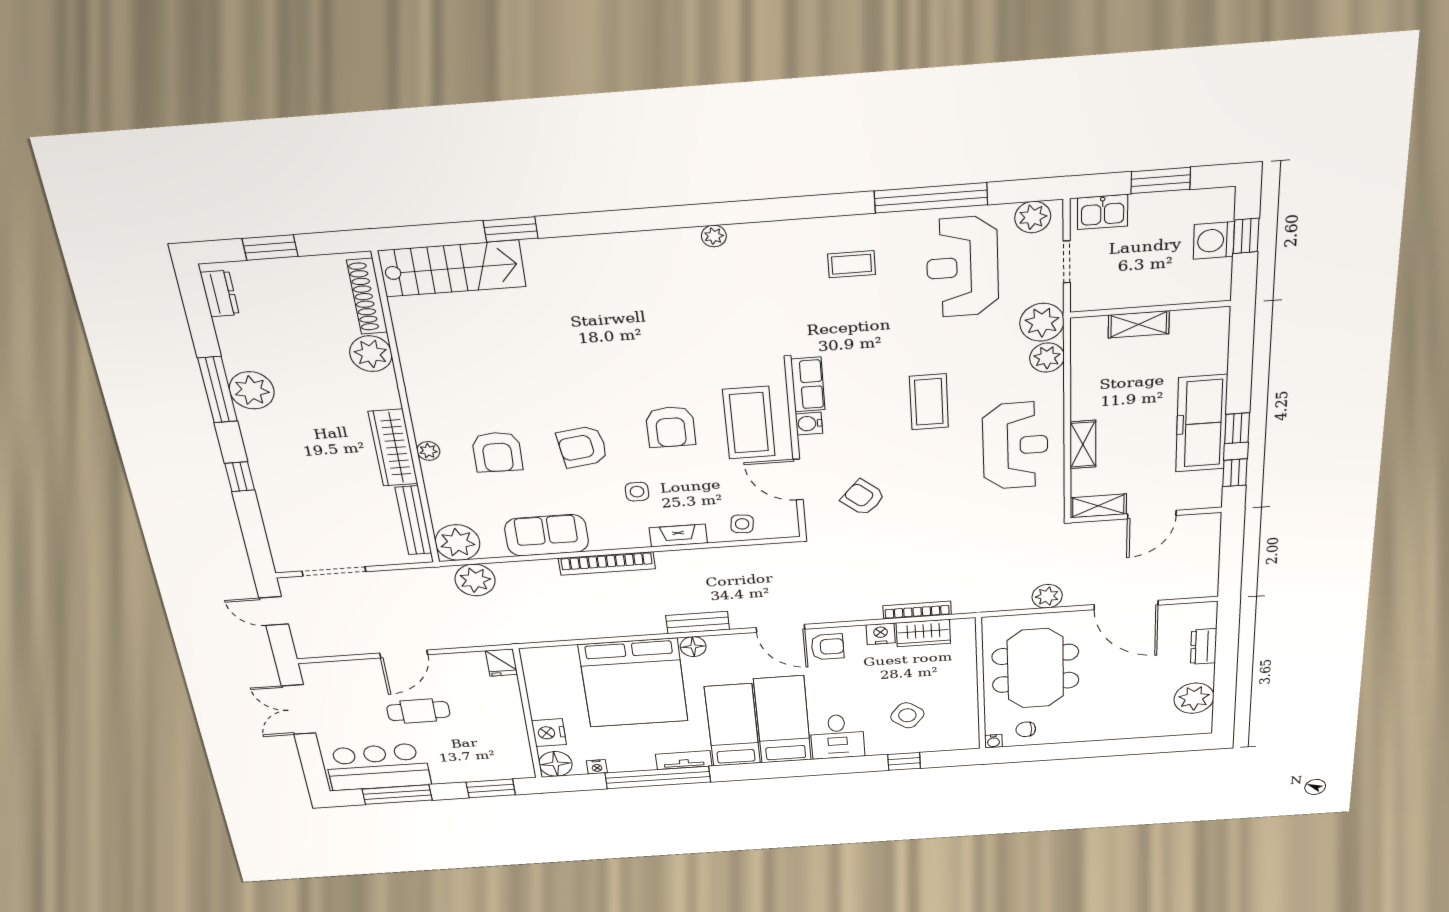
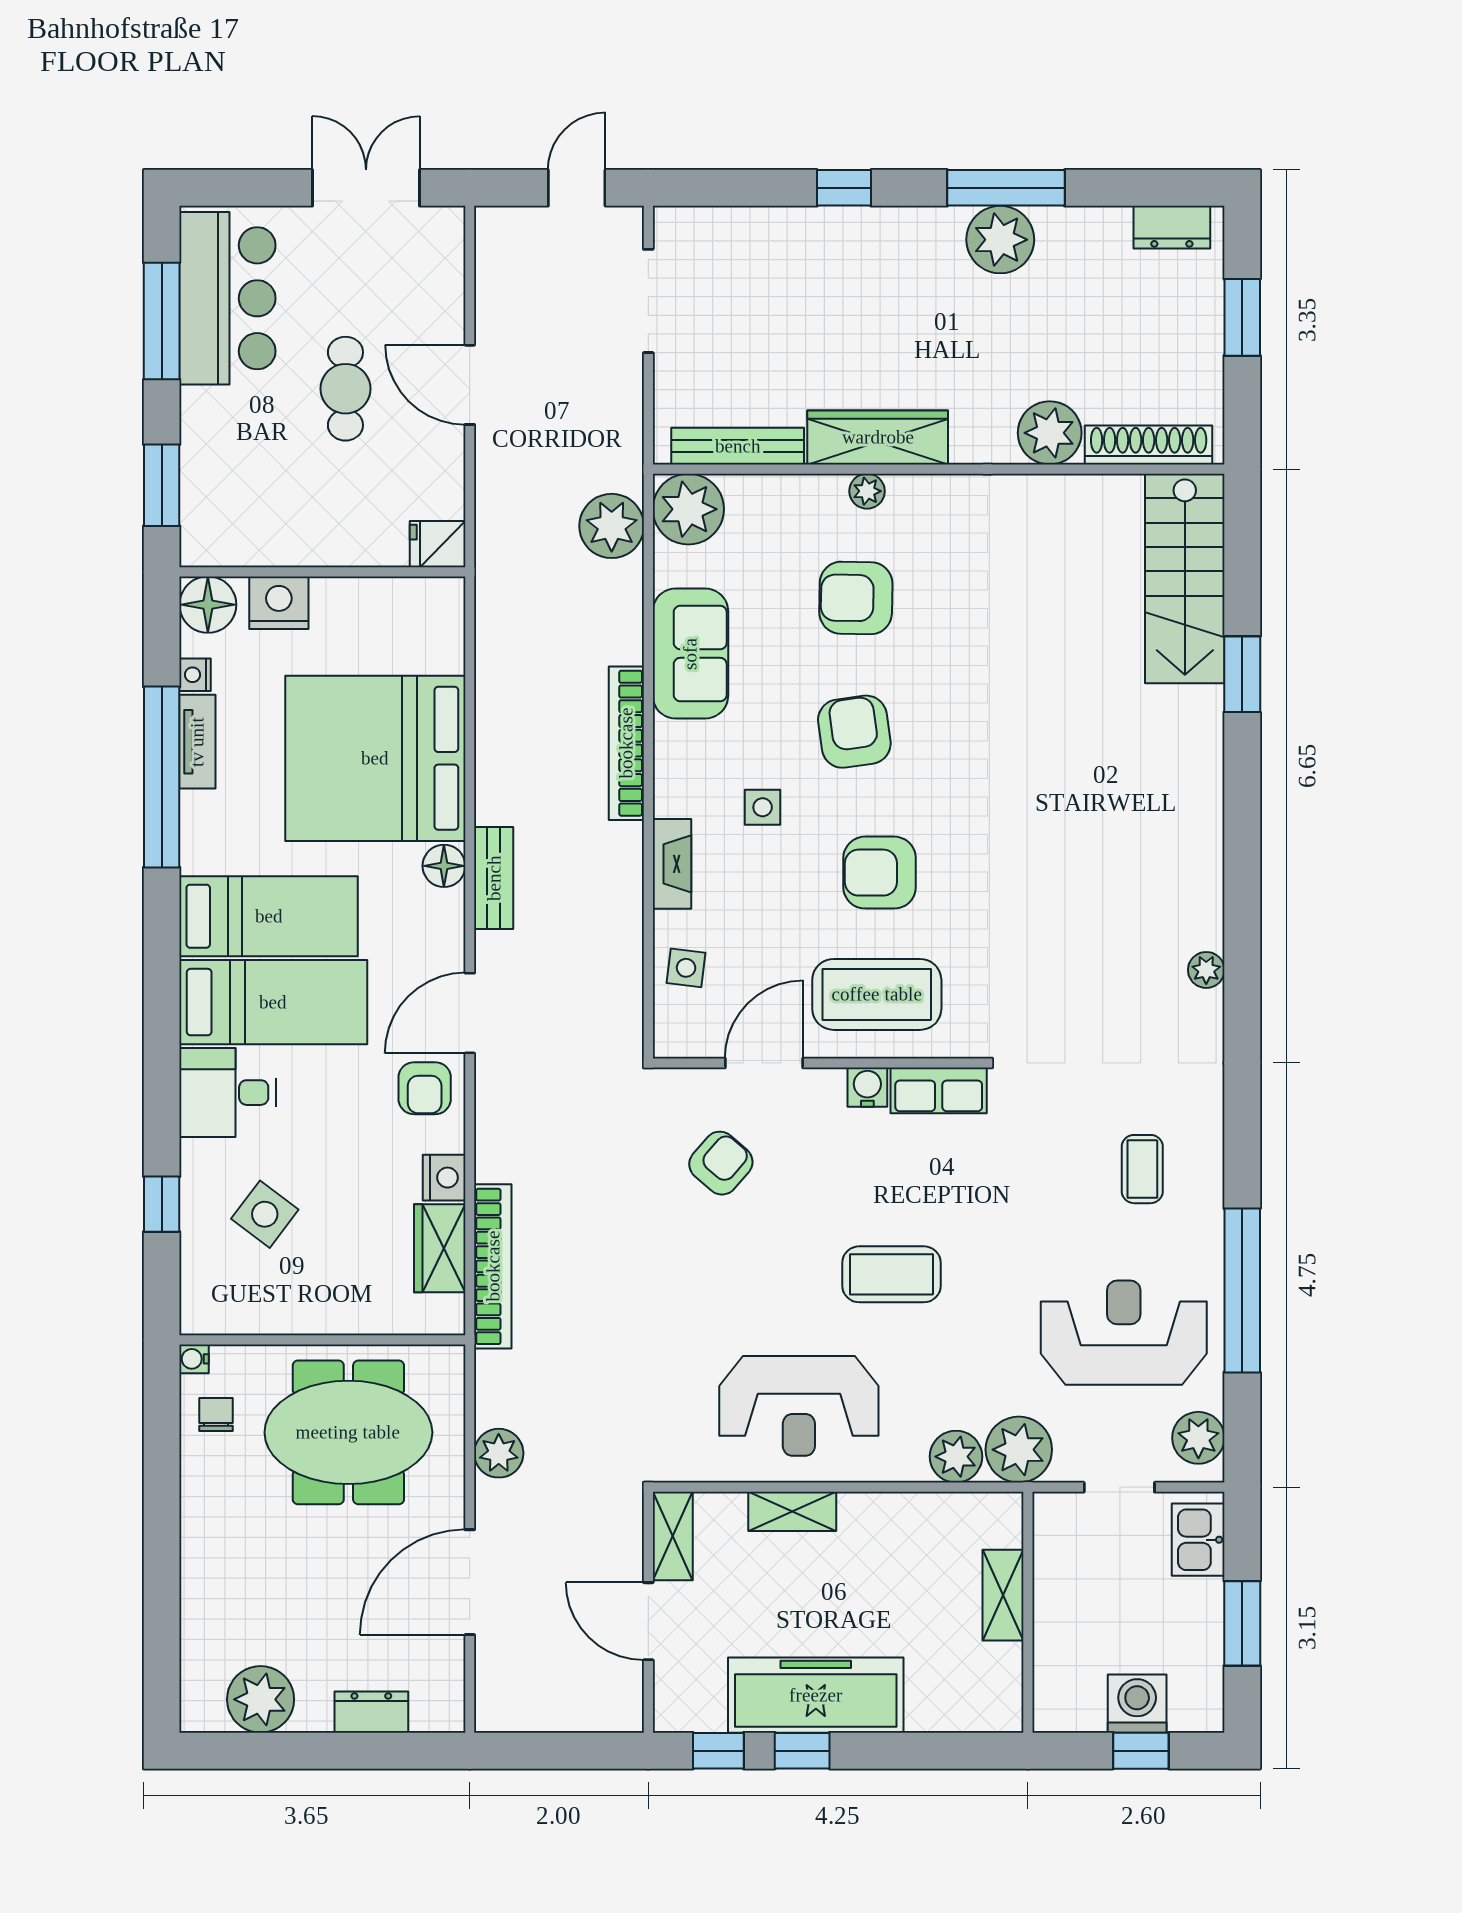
bookcase: (917, 610) -> (493, 1266), width x1.48, depth x1.31
tv unit: (684, 760) -> (197, 742), moved

